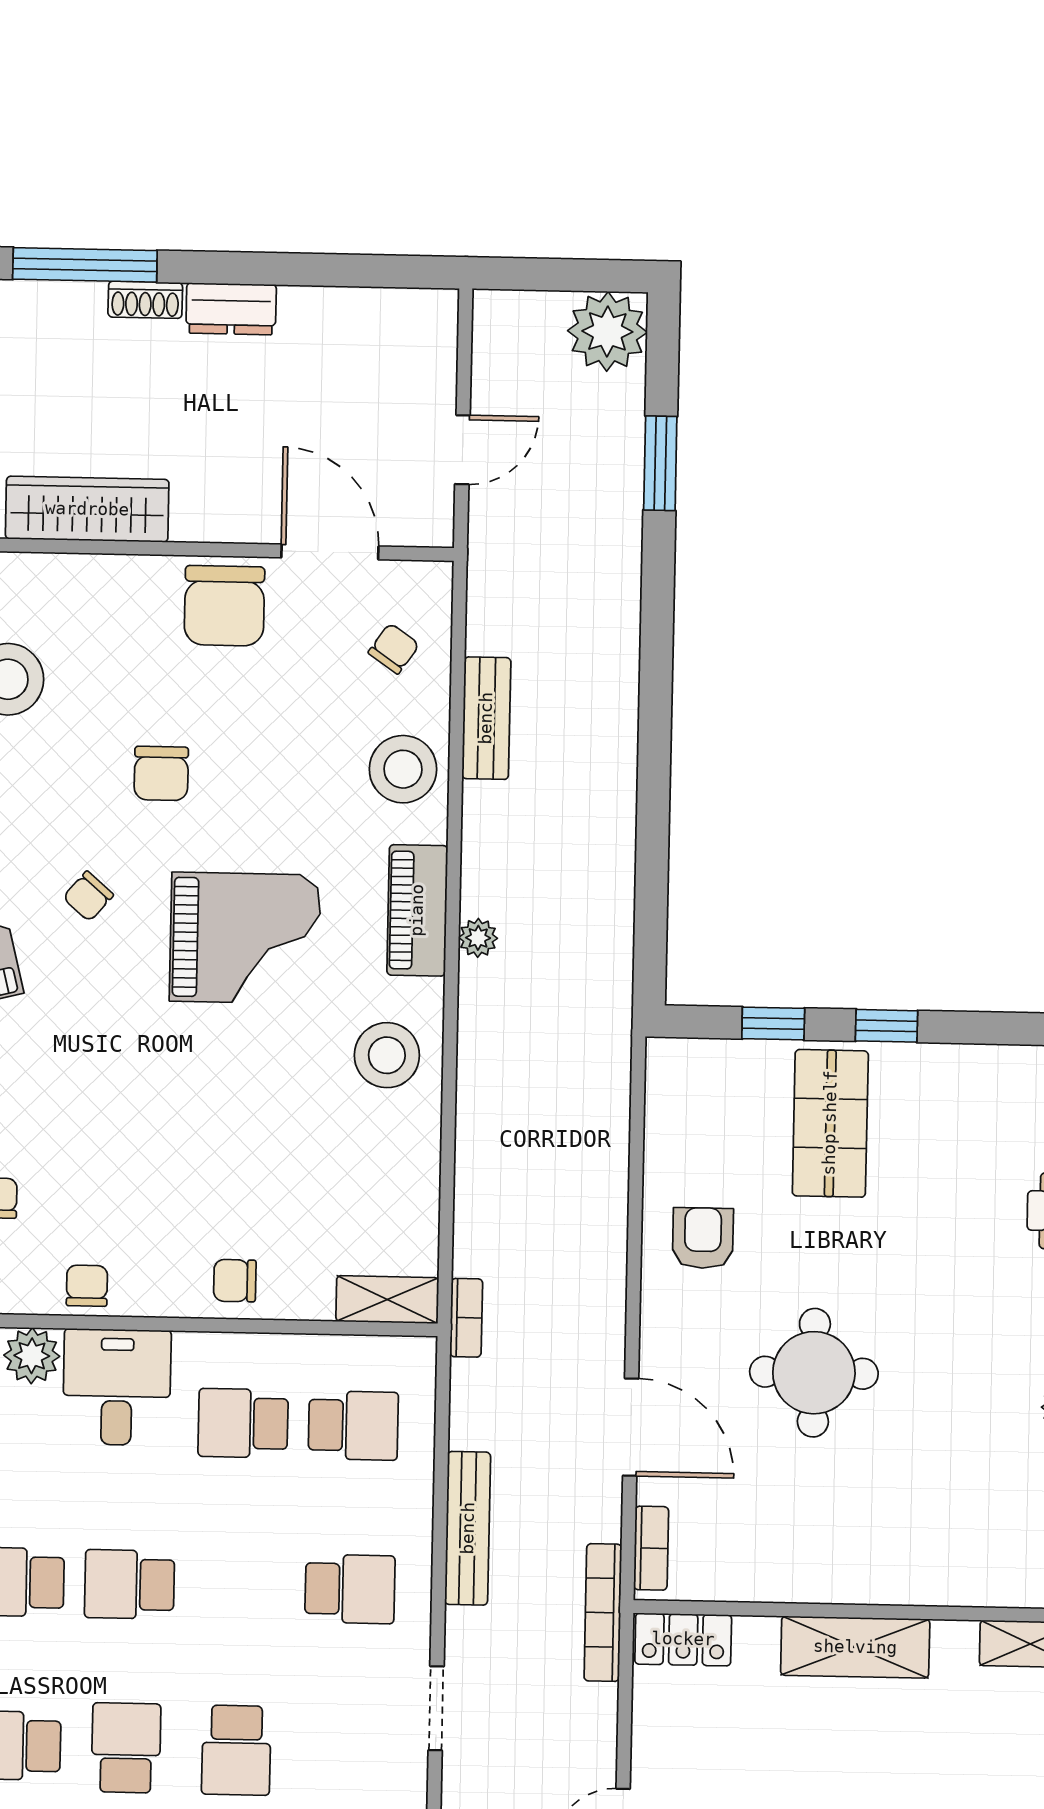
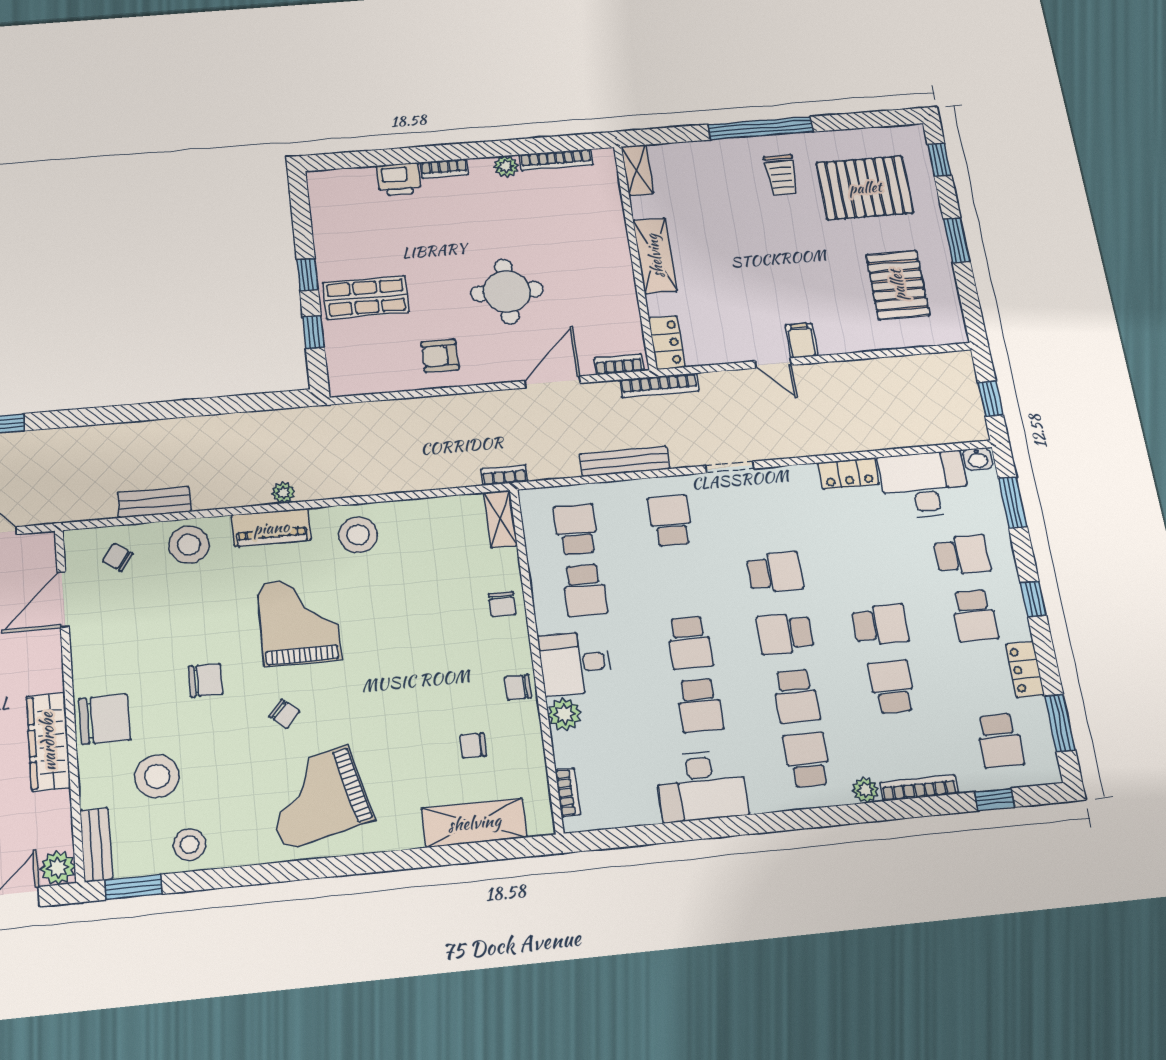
chair: (224, 606) -> (104, 719), moved

